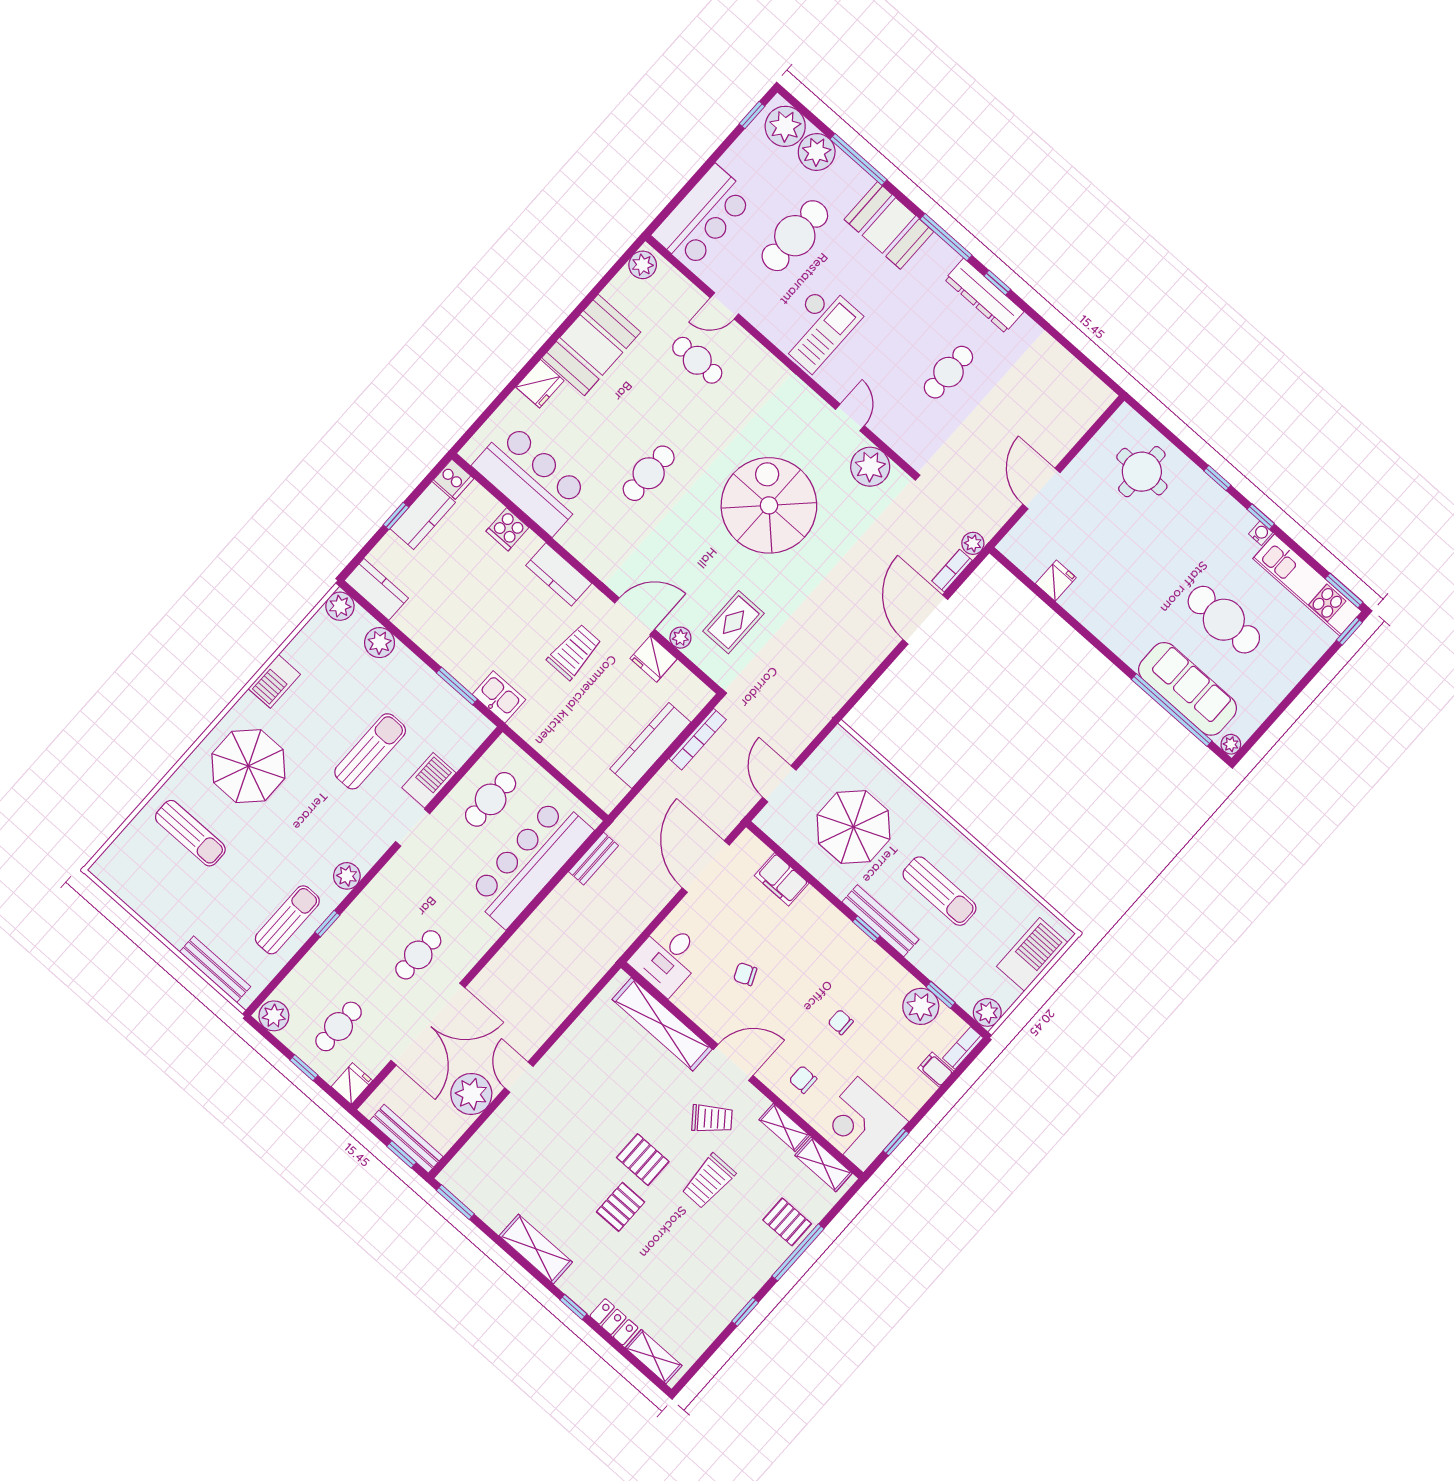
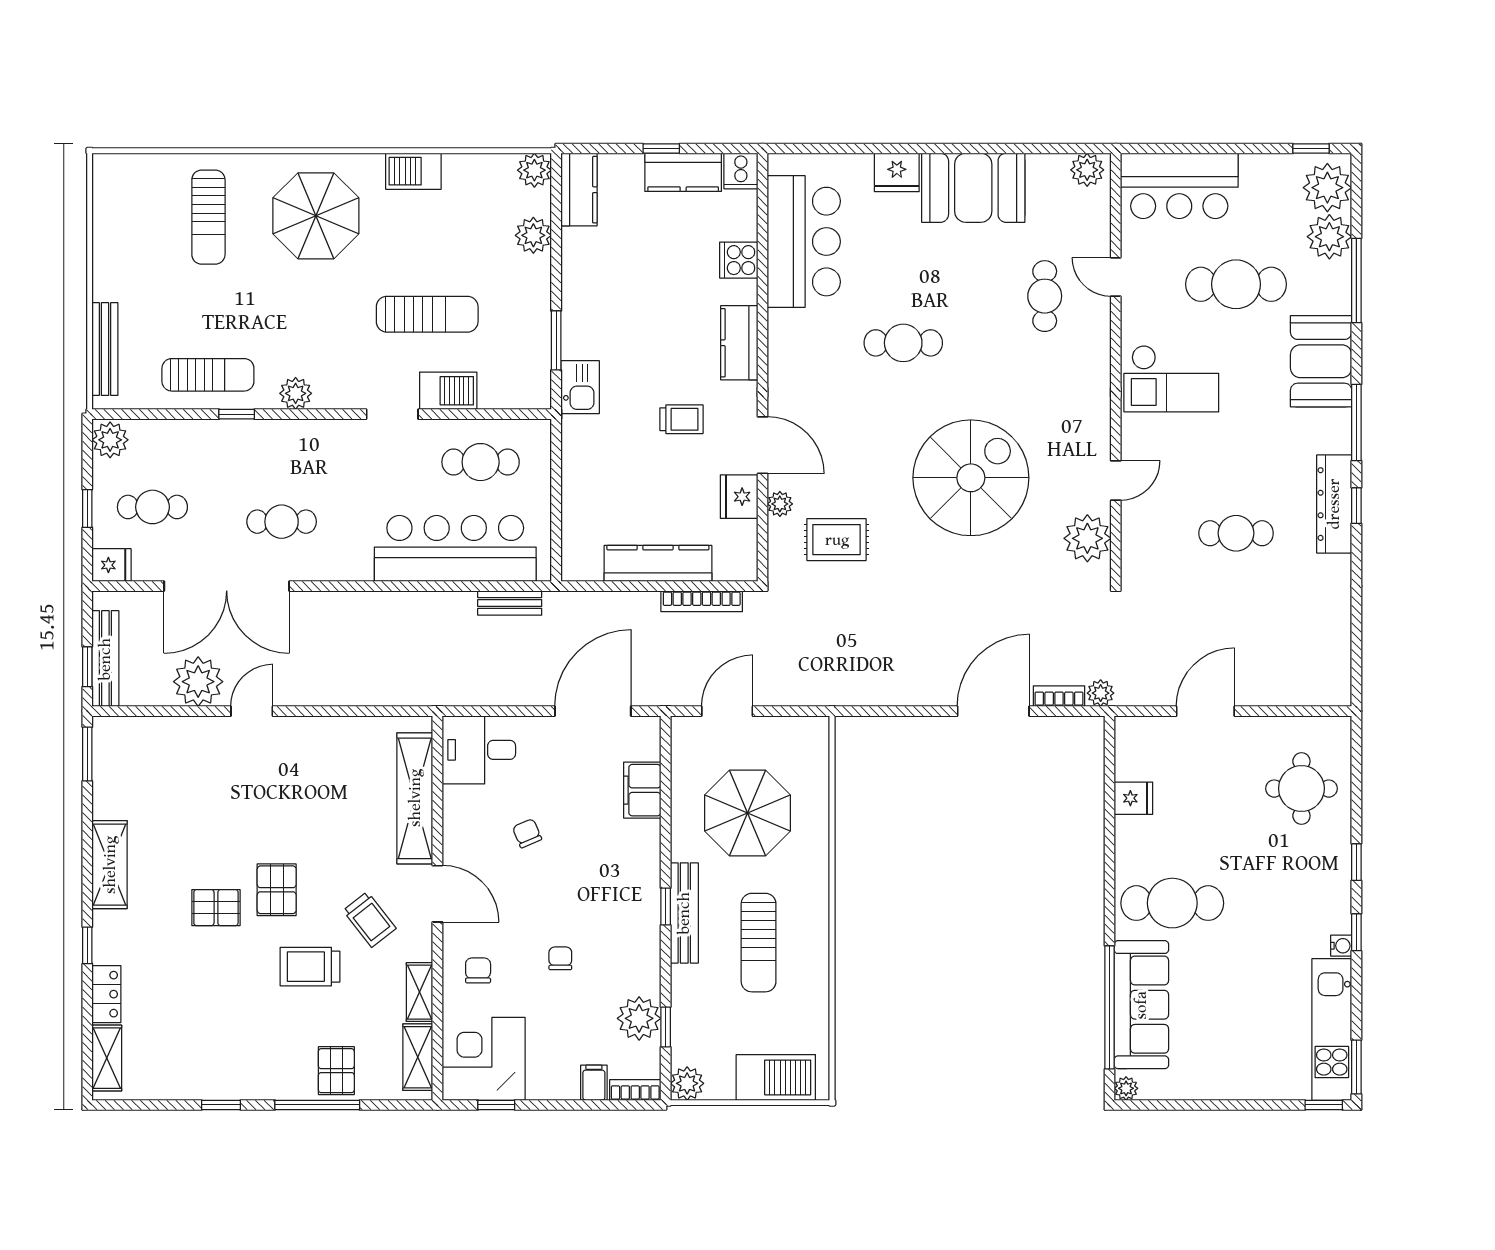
cafe table: (1224, 620) -> (1172, 903), moved, turned 90
trolley: (574, 652) -> (681, 419), width x0.73, depth x0.72

